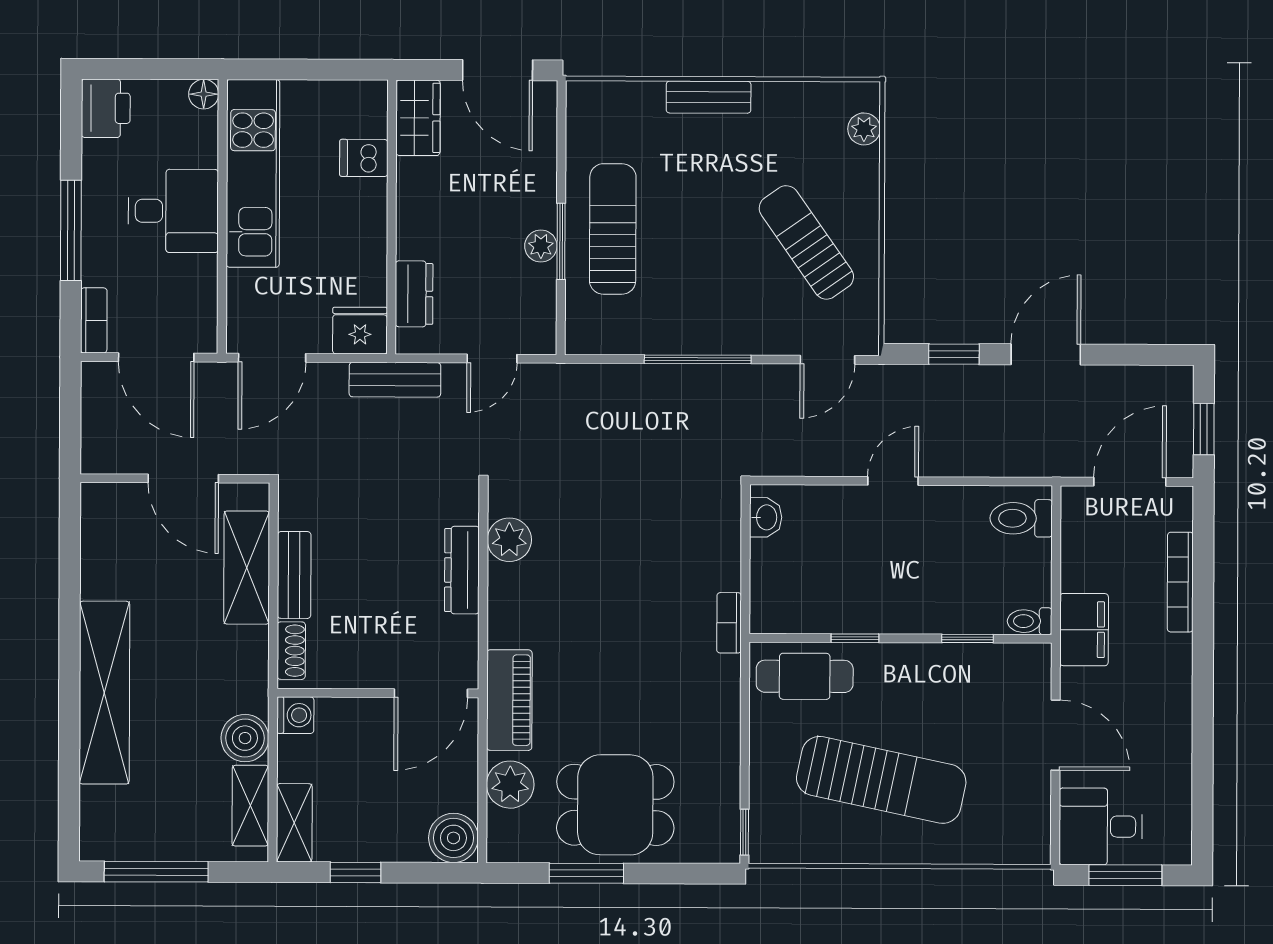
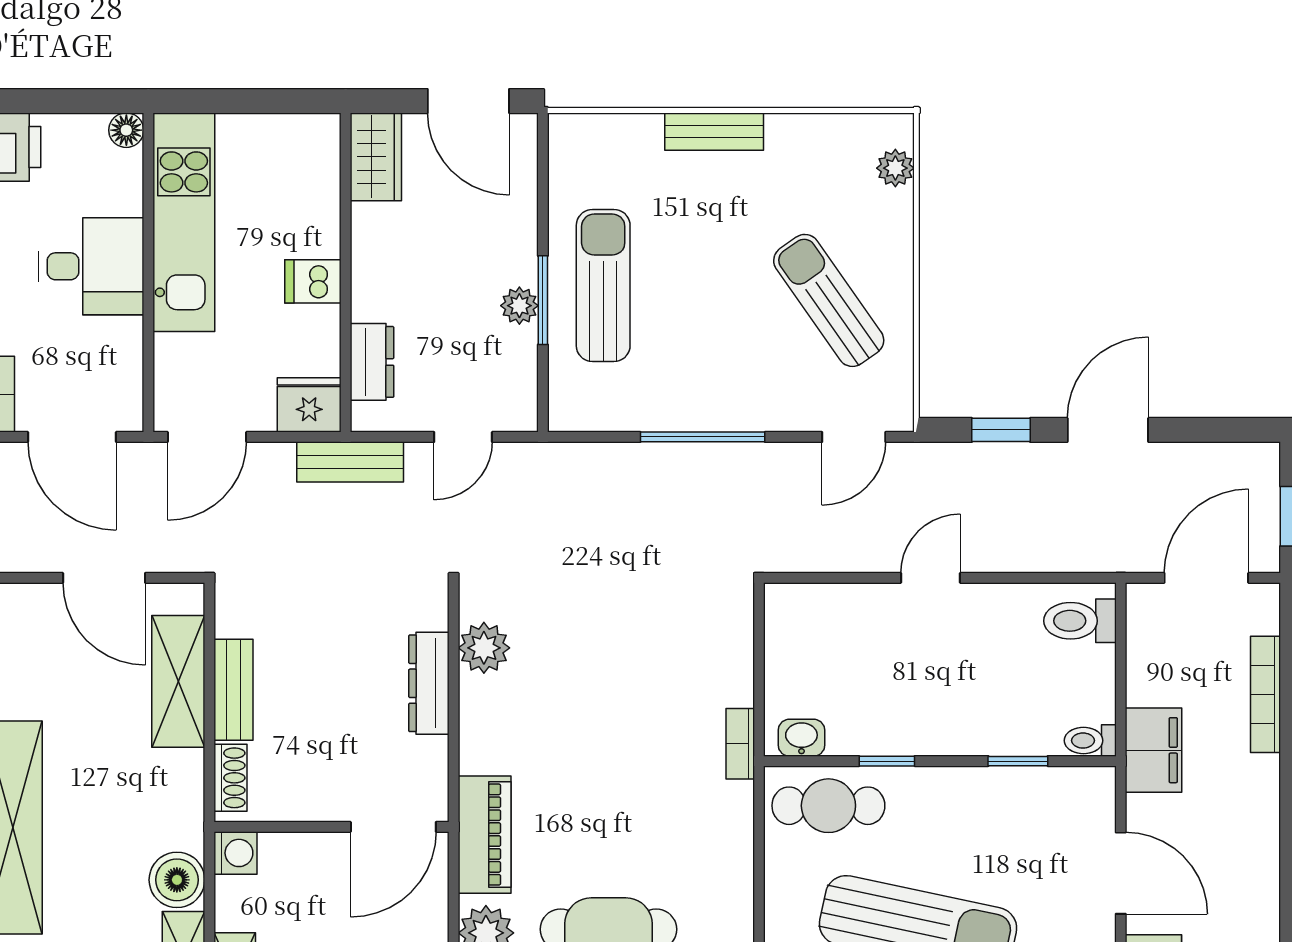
dishwasher: (364, 158) -> (313, 281), moved
washbasin: (766, 517) -> (801, 738), moved, turned -90

